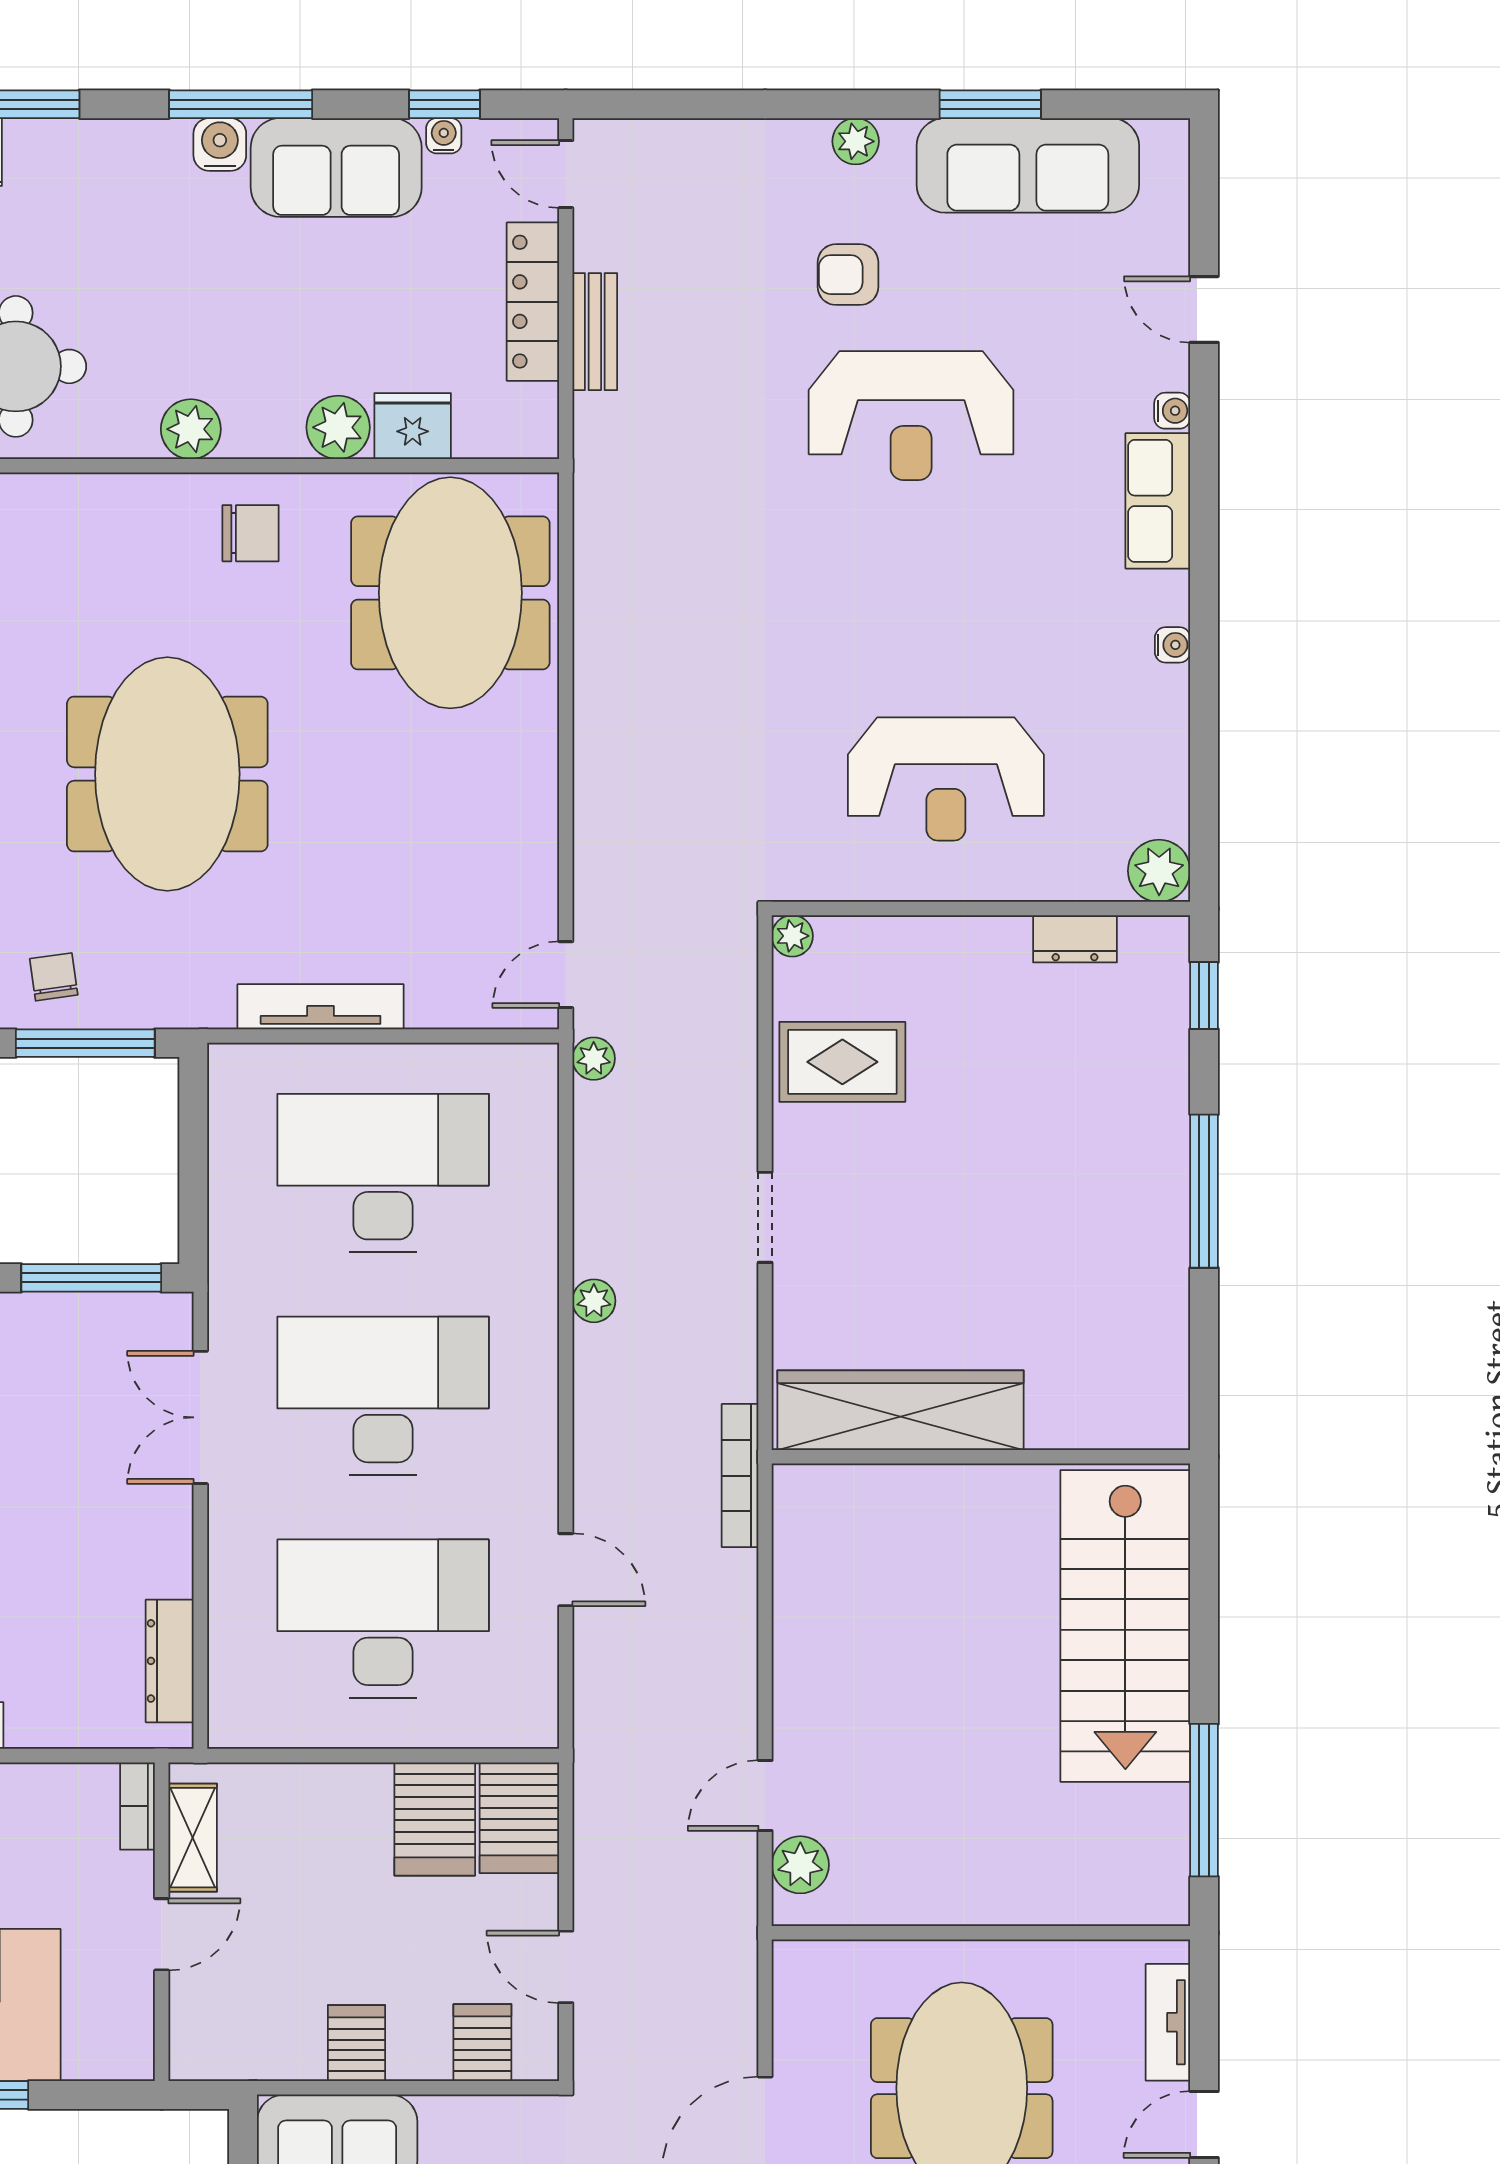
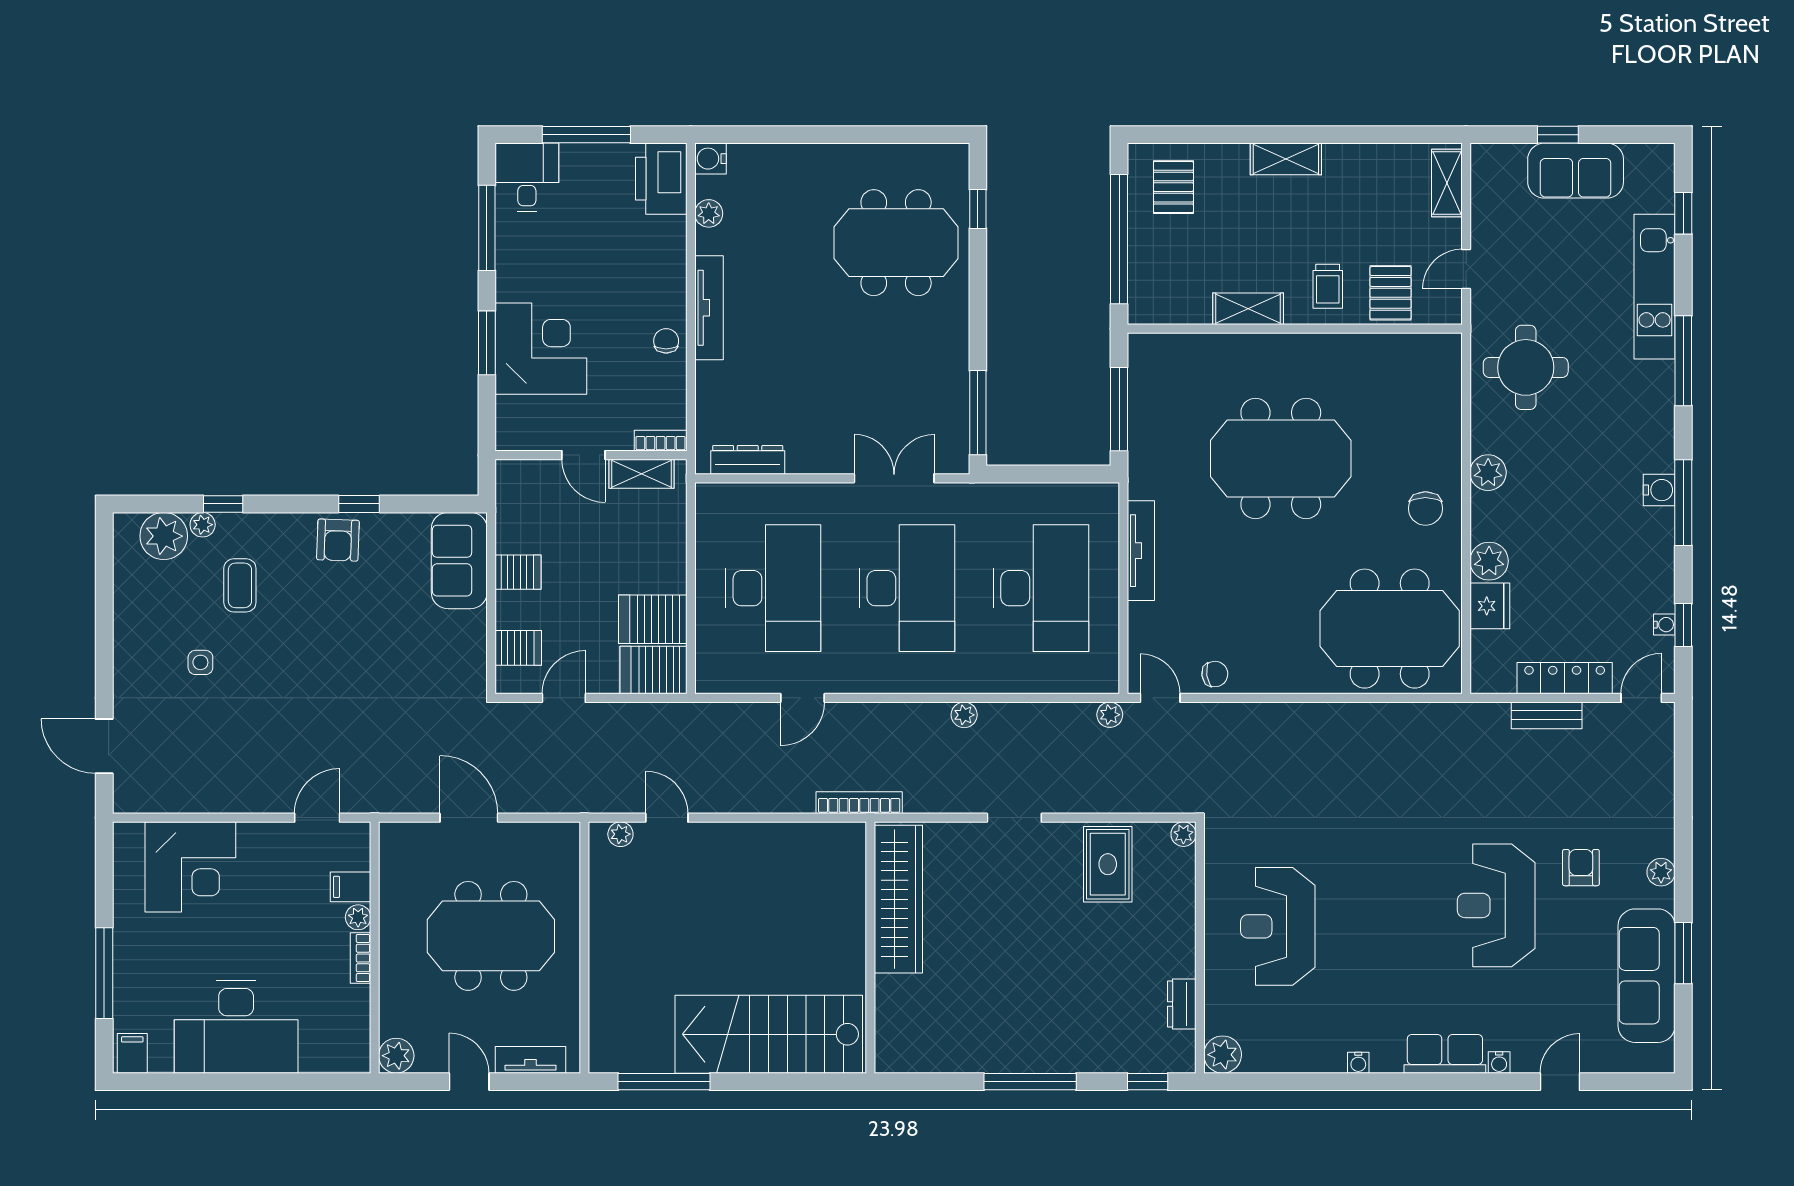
sofa: (336, 167) -> (1645, 560), removed
chair: (54, 977) -> (1215, 674), moved
plant: (800, 1865) -> (620, 834), width x0.73, depth x0.73

